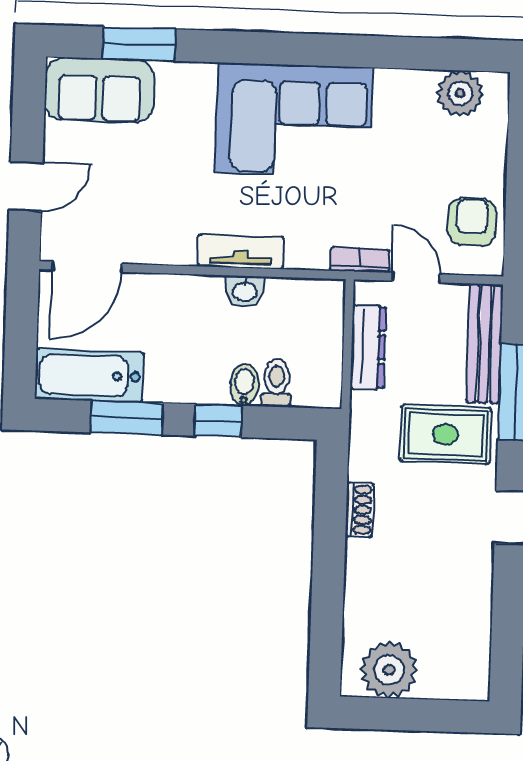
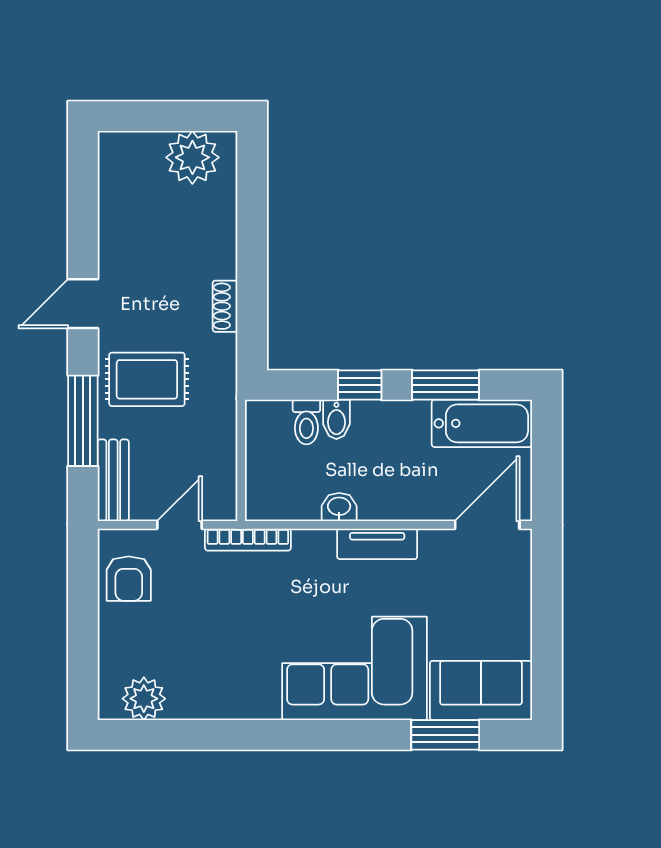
corner sofa: (294, 120) -> (354, 668), moved
door: (26, 186) -> (547, 598), removed
tv unit: (241, 252) -> (377, 544), moved
bookcase: (360, 260) -> (248, 540), width x1.56
door: (416, 278) -> (179, 525), swing flipped
bench: (485, 343) -> (113, 480), width x0.73
dresser: (368, 347) -> (222, 459), removed

